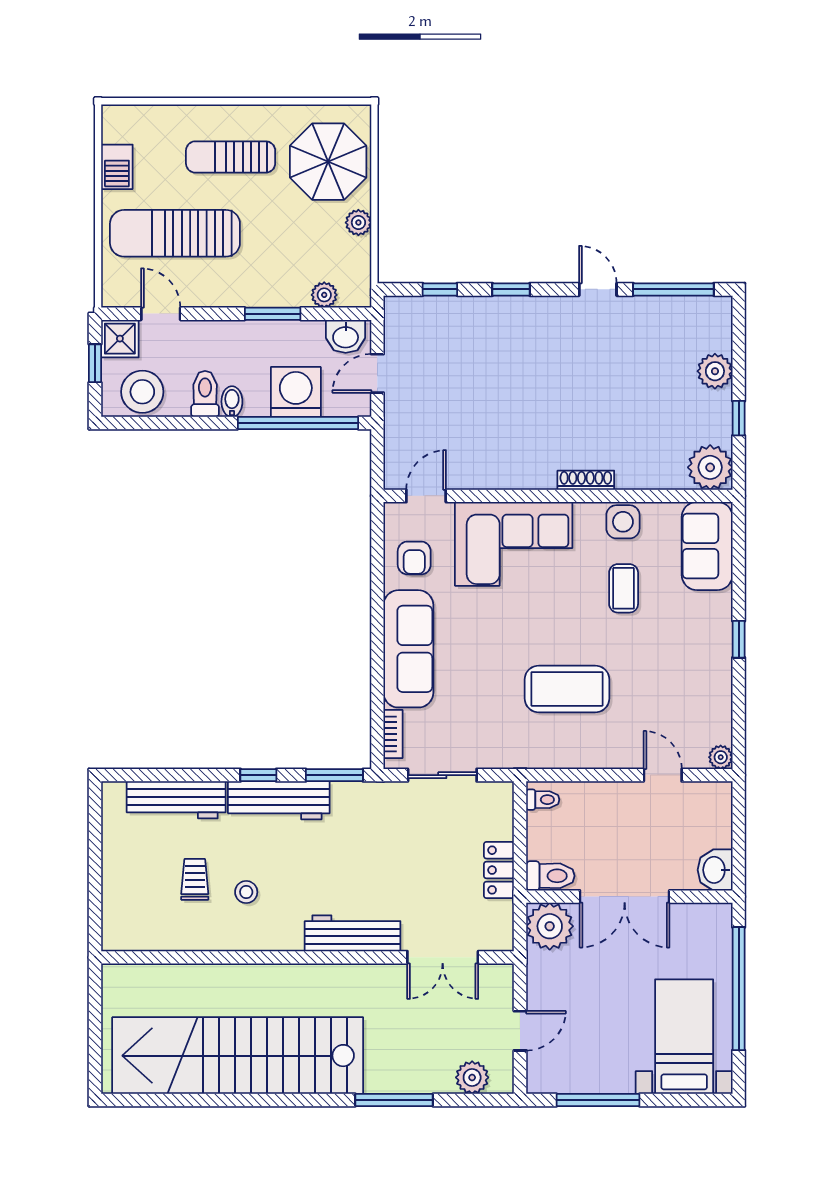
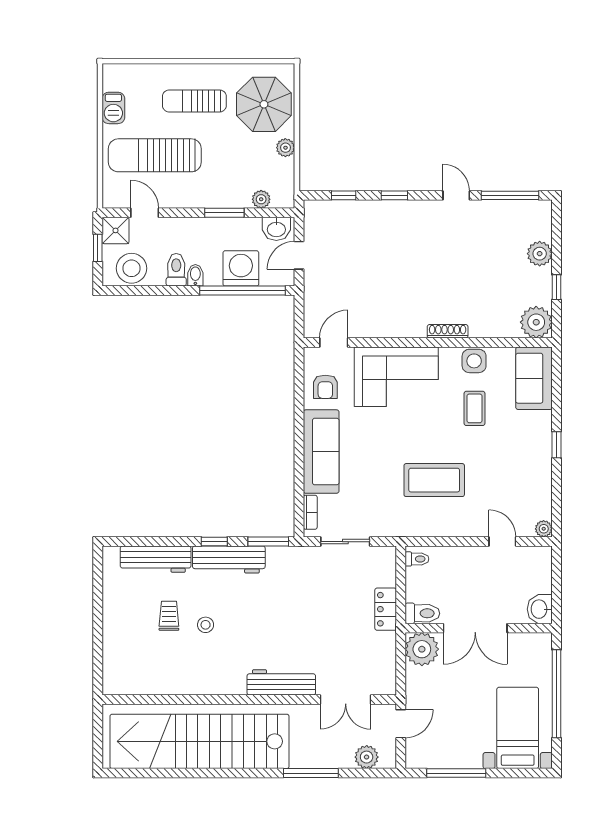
workbench: (353, 933) -> (281, 682), moved
wall: (308, 957) -> (249, 700), moved
double door: (443, 957) -> (346, 700), moved

